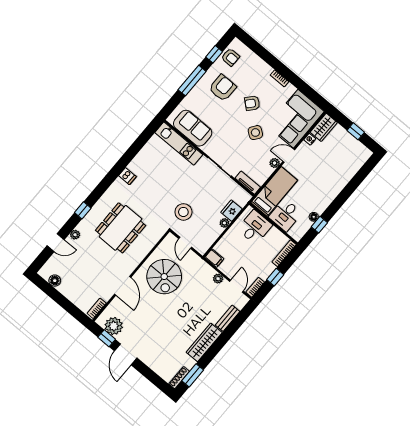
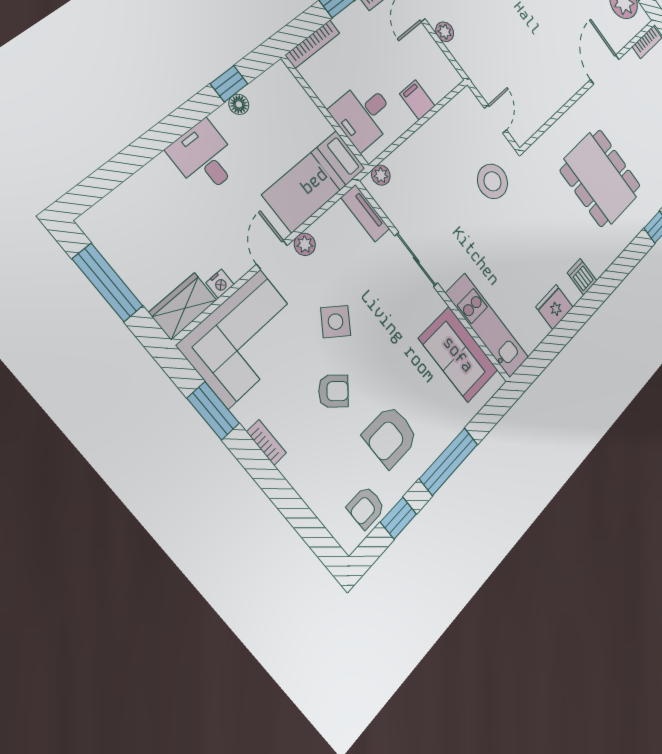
armchair: (230, 57) -> (366, 507), turned -90
window: (304, 88) -> (213, 411), added
window: (356, 131) -> (108, 283), width x2.17
door: (289, 156) -> (272, 255), swing flipped
fridge: (231, 211) -> (554, 307), moved, turned 180
desk: (285, 215) -> (204, 157), moved, turned -90
plant: (224, 223) -> (381, 175), moved
dining table: (121, 228) -> (600, 178), turned 90
filing cabinet: (214, 258) -> (417, 100), moved
spiral stairs: (164, 277) -> (537, 65), removed

